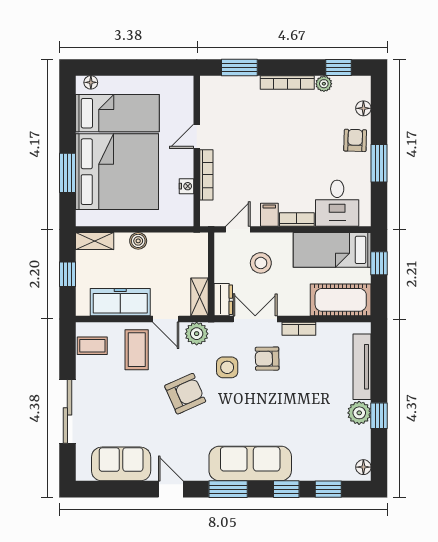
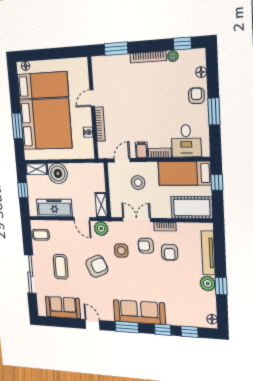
boiler: (138, 241) -> (58, 173), width x1.86, depth x1.86
dresser: (223, 300) -> (116, 207), removed
coffee table: (137, 350) -> (61, 267), moved
armchair: (304, 368) -> (170, 252), added

